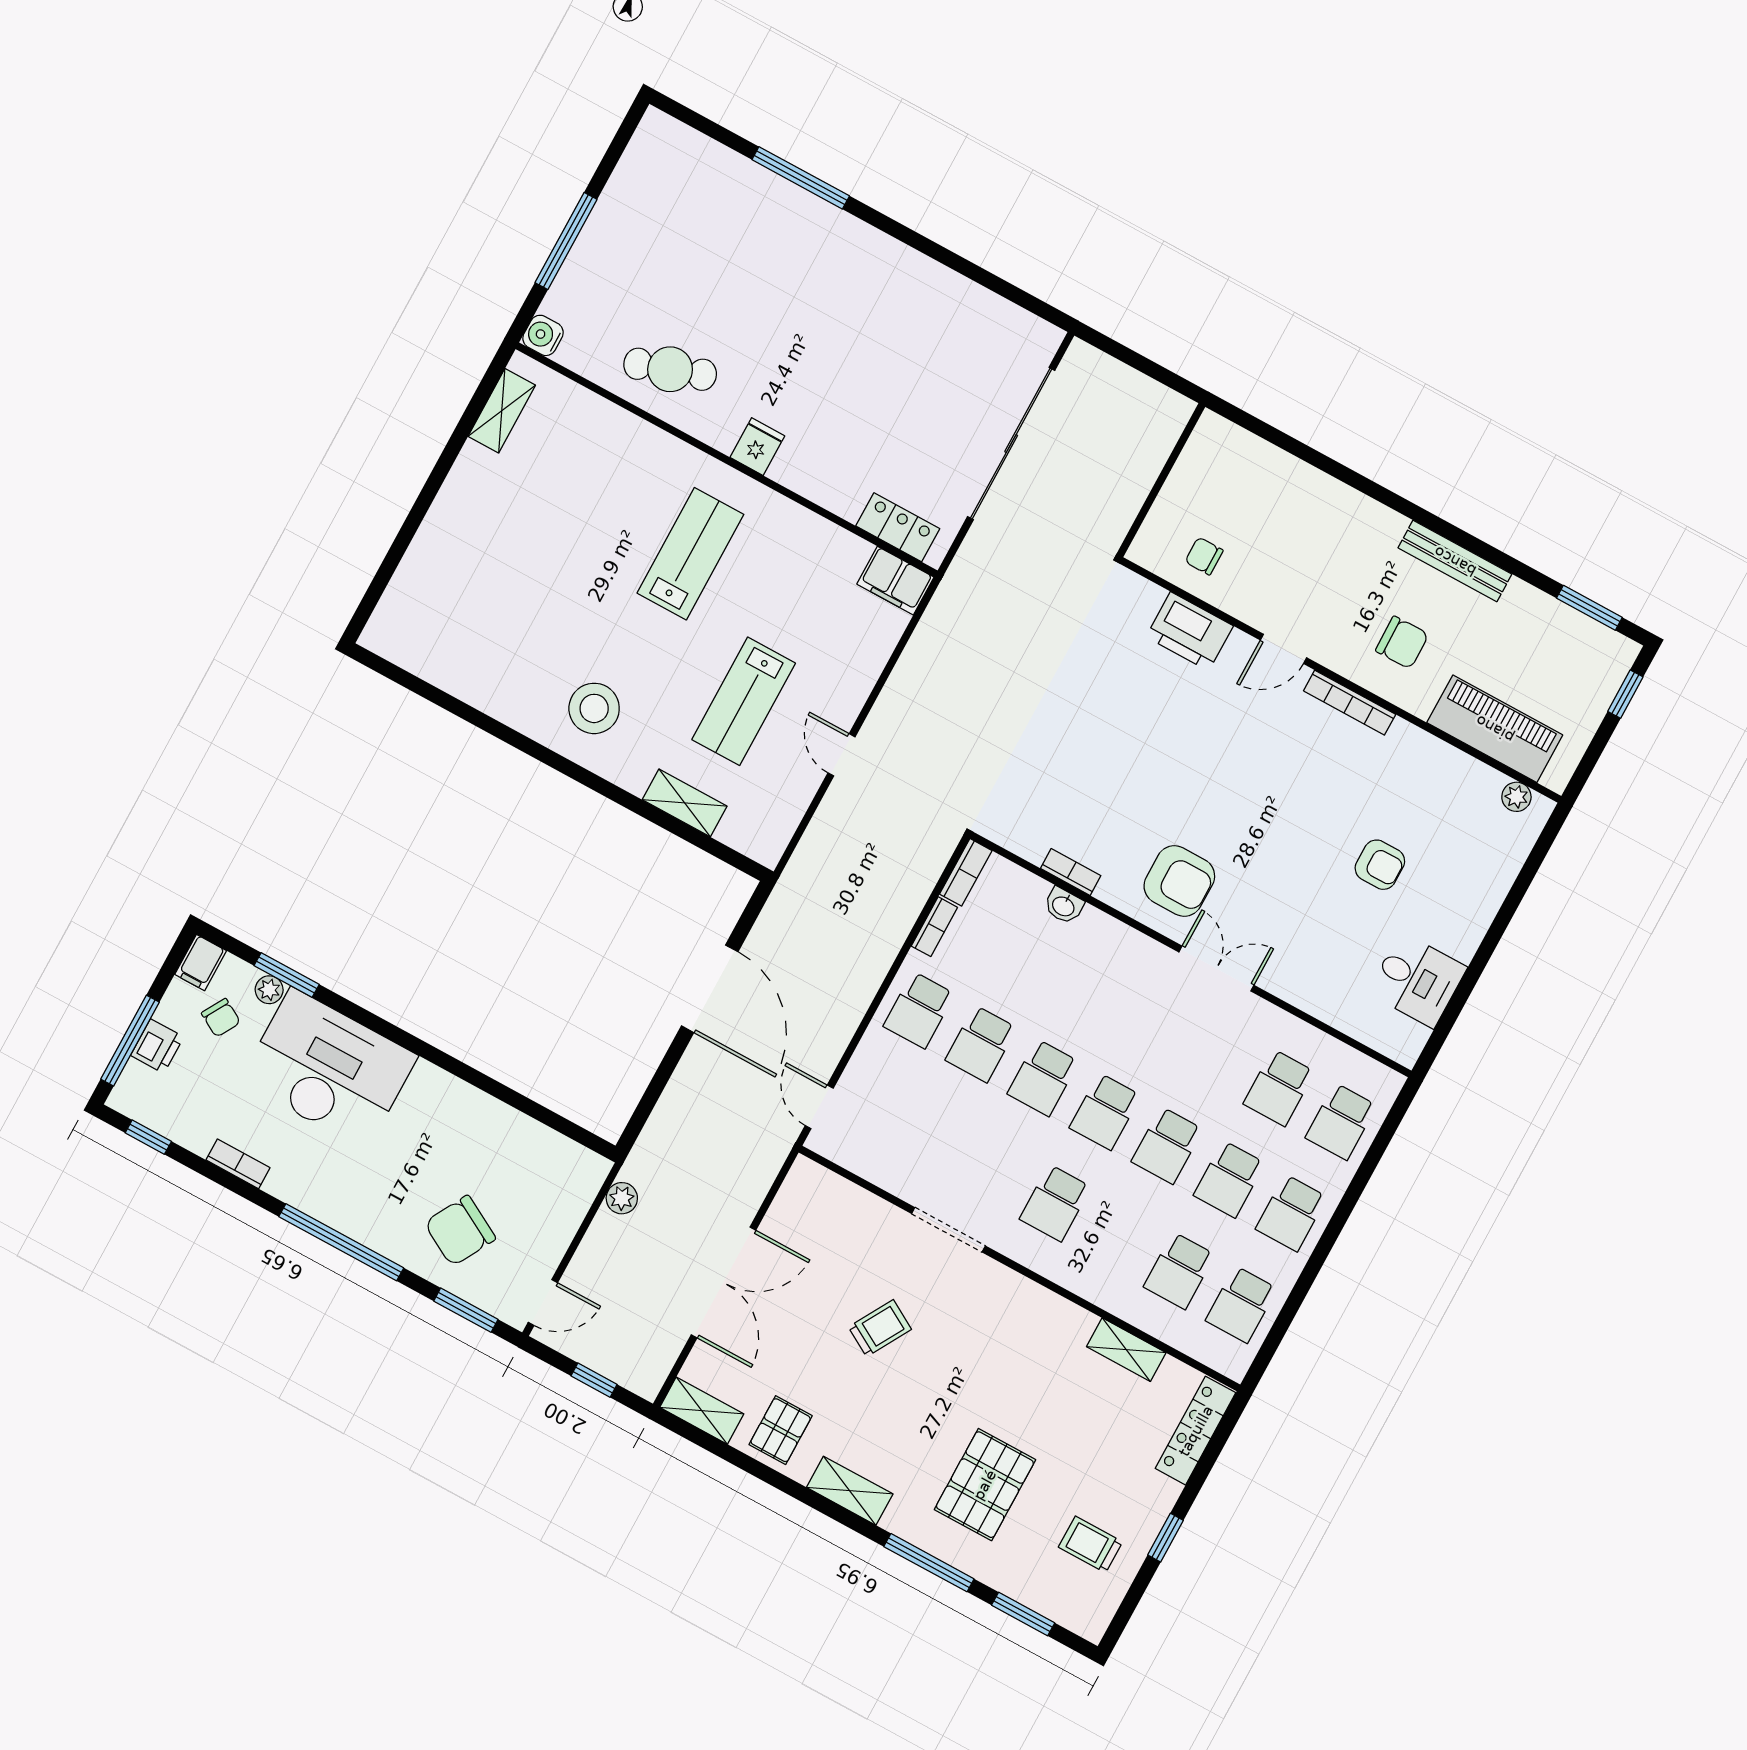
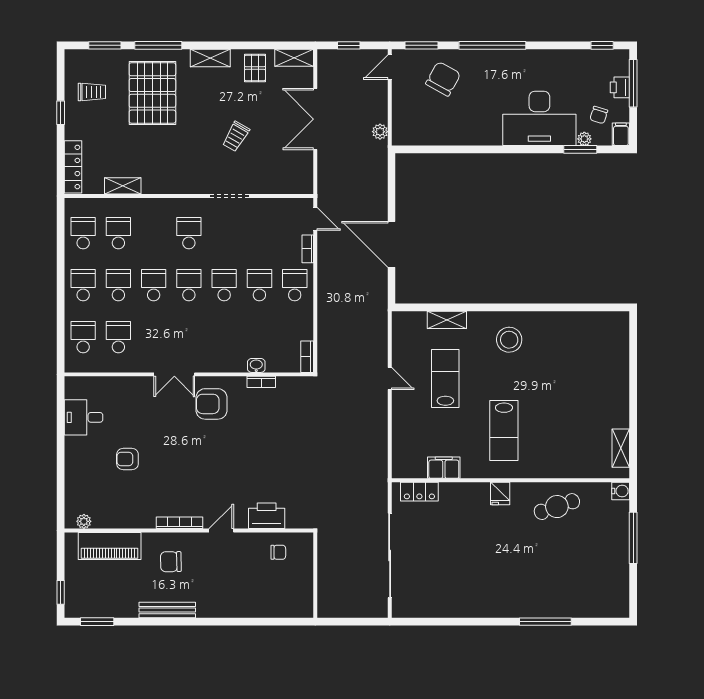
filing cabinet: (895, 581) -> (444, 468), moved
bookcase: (934, 927) -> (308, 249), moved
chair: (221, 1018) -> (599, 115), turned -103
bookcase: (238, 1164) -> (556, 55), removed
pallet: (985, 1485) -> (152, 93), width x1.37, depth x1.41

